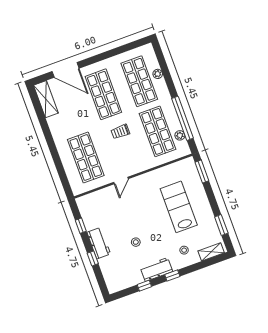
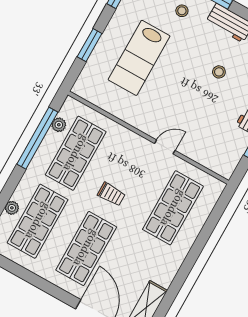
window: (202, 172) -> (90, 45), moved

